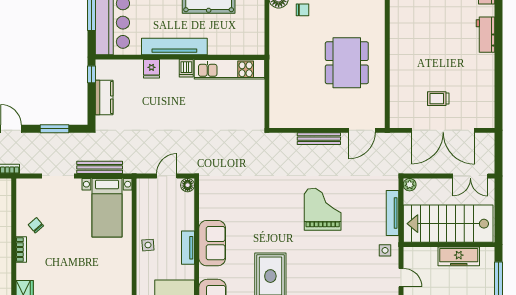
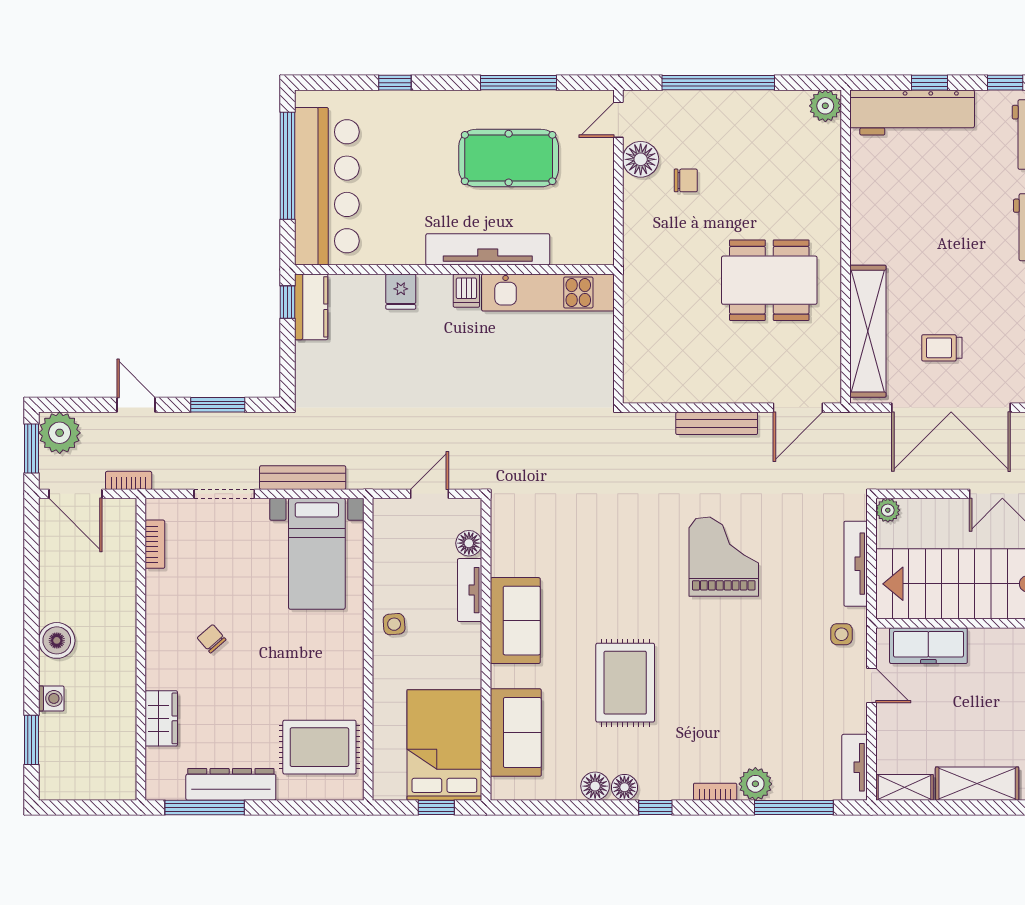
tv unit: (174, 46) -> (488, 249), moved
dining table: (347, 63) -> (769, 280), turned 90
shelving: (399, 90) -> (868, 331), added
kitchen counter: (104, 97) -> (311, 307), moved
floor lamp: (188, 185) -> (469, 543), moved
chair: (36, 225) -> (212, 639), moved
tv unit: (188, 248) -> (470, 590), moved
bookcase: (21, 250) -> (155, 544), moved
freezer: (459, 256) -> (928, 646), moved

